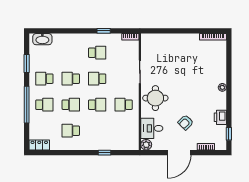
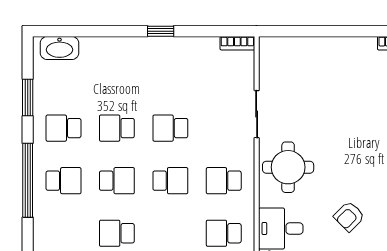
window: (104, 31) -> (161, 31), moved
school desk: (97, 53) -> (224, 233), moved, turned 180

